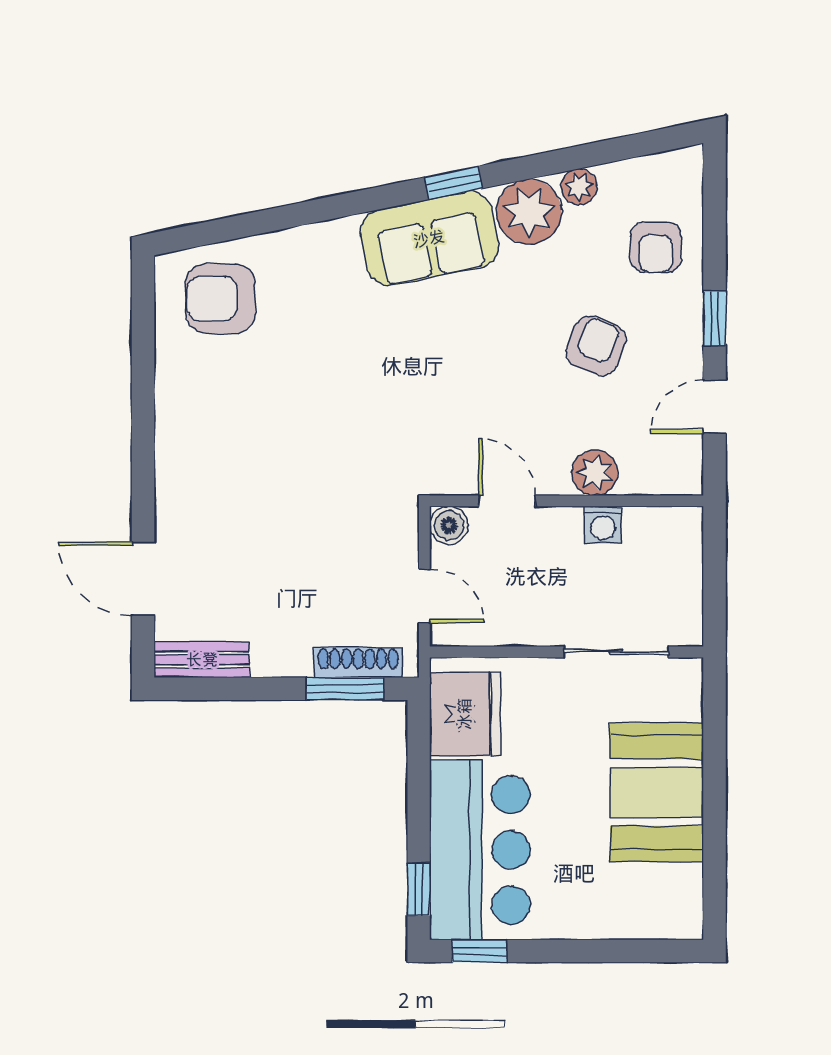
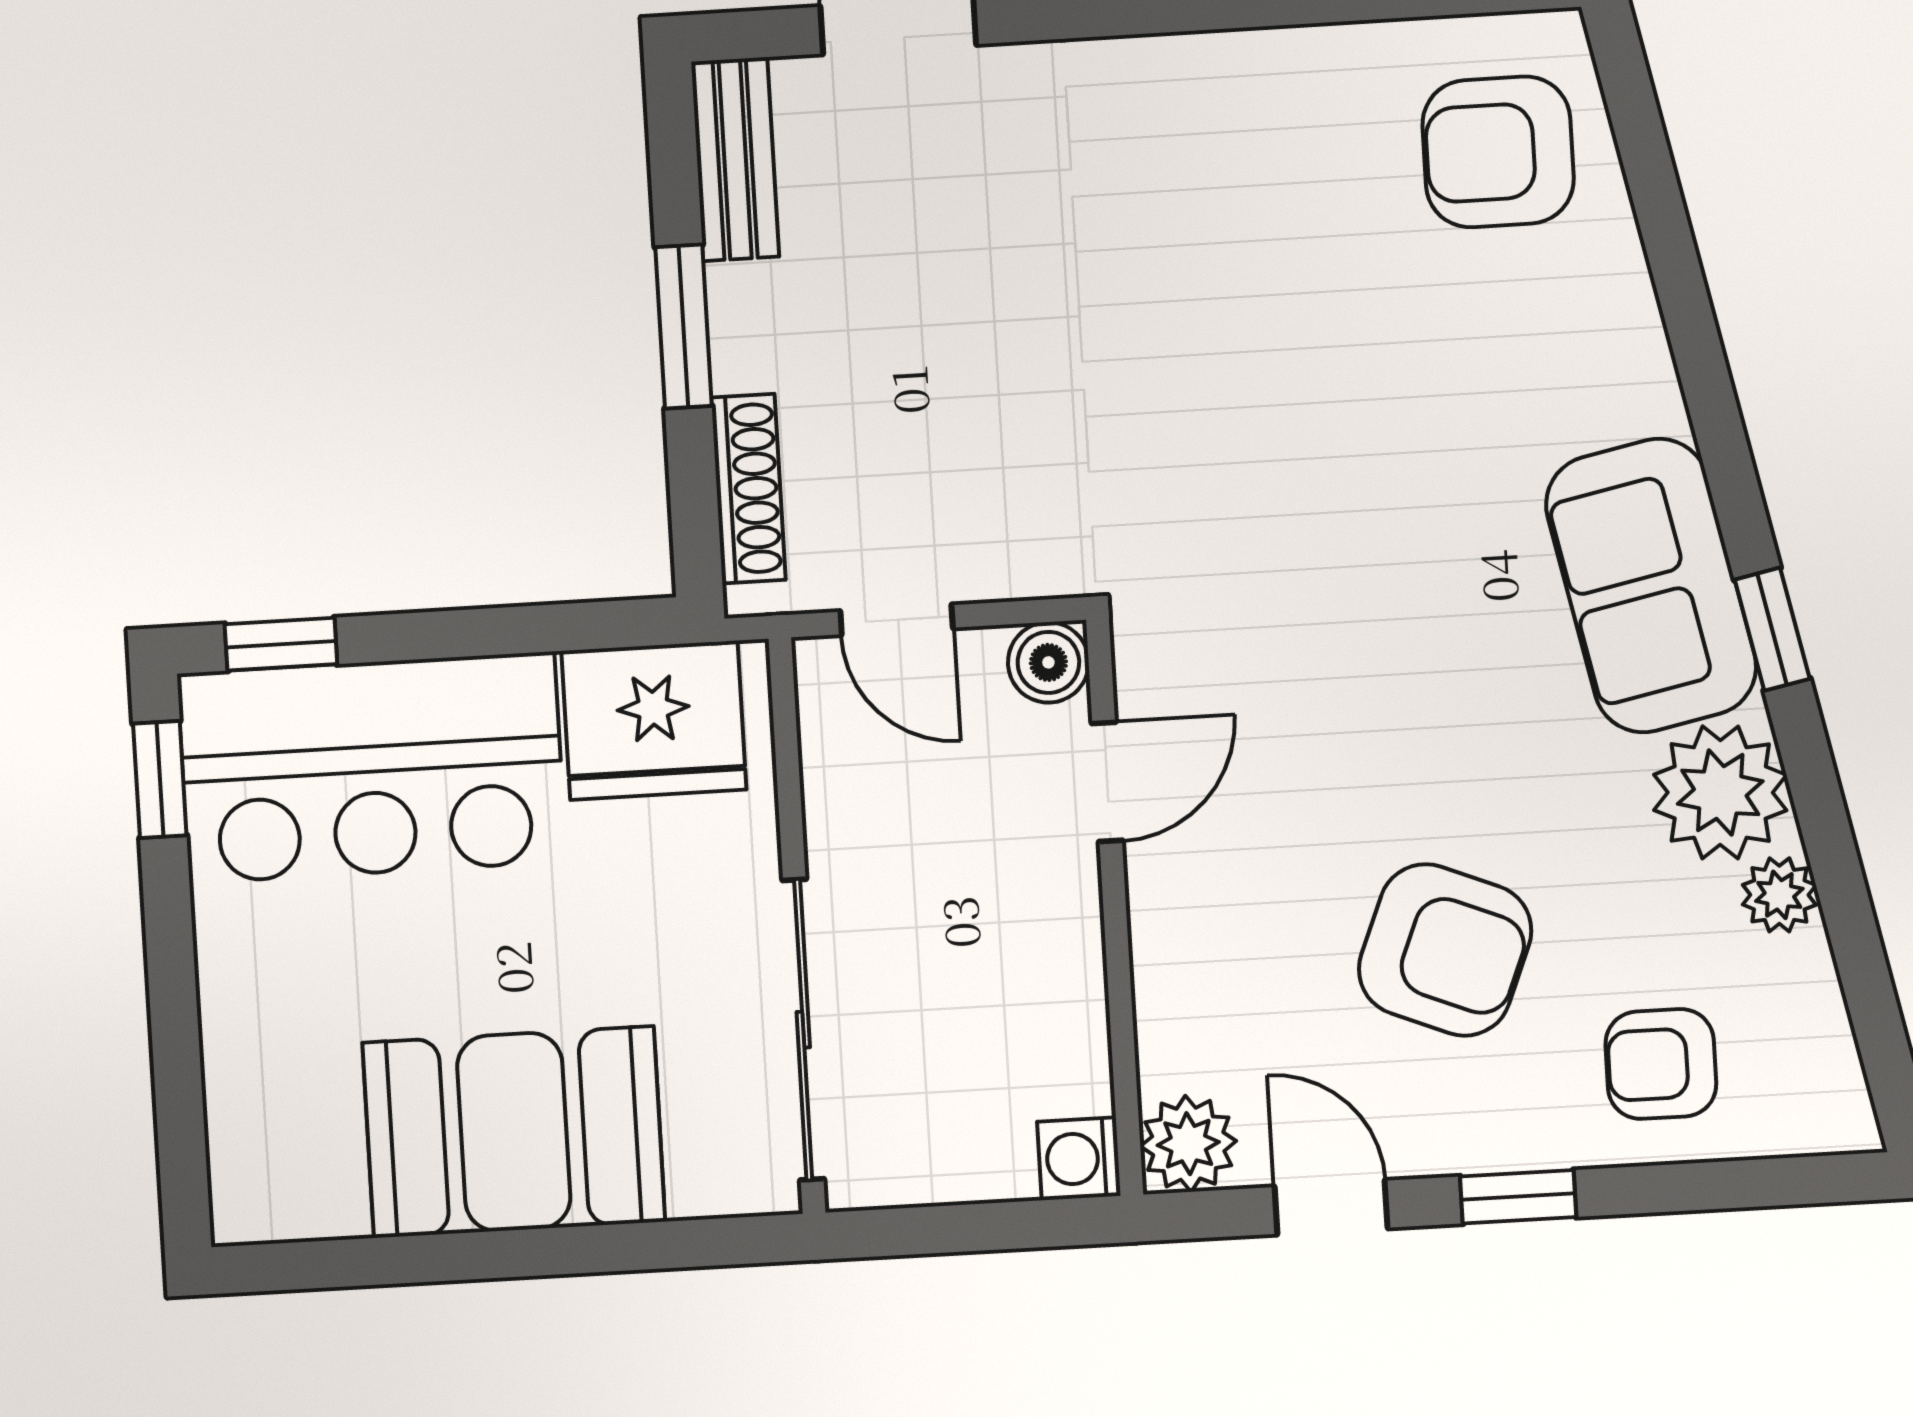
armchair: (220, 299) -> (1498, 152), turned -90
armchair: (596, 346) -> (1445, 950), width x1.38, depth x1.38
plant: (595, 473) -> (1188, 1144), moved
washing machine: (603, 525) -> (1079, 1159), moved
door: (424, 596) -> (897, 620), hinge flipped
sliding door: (616, 652) -> (803, 1030), width x1.37
window: (345, 689) -> (684, 327), moved

